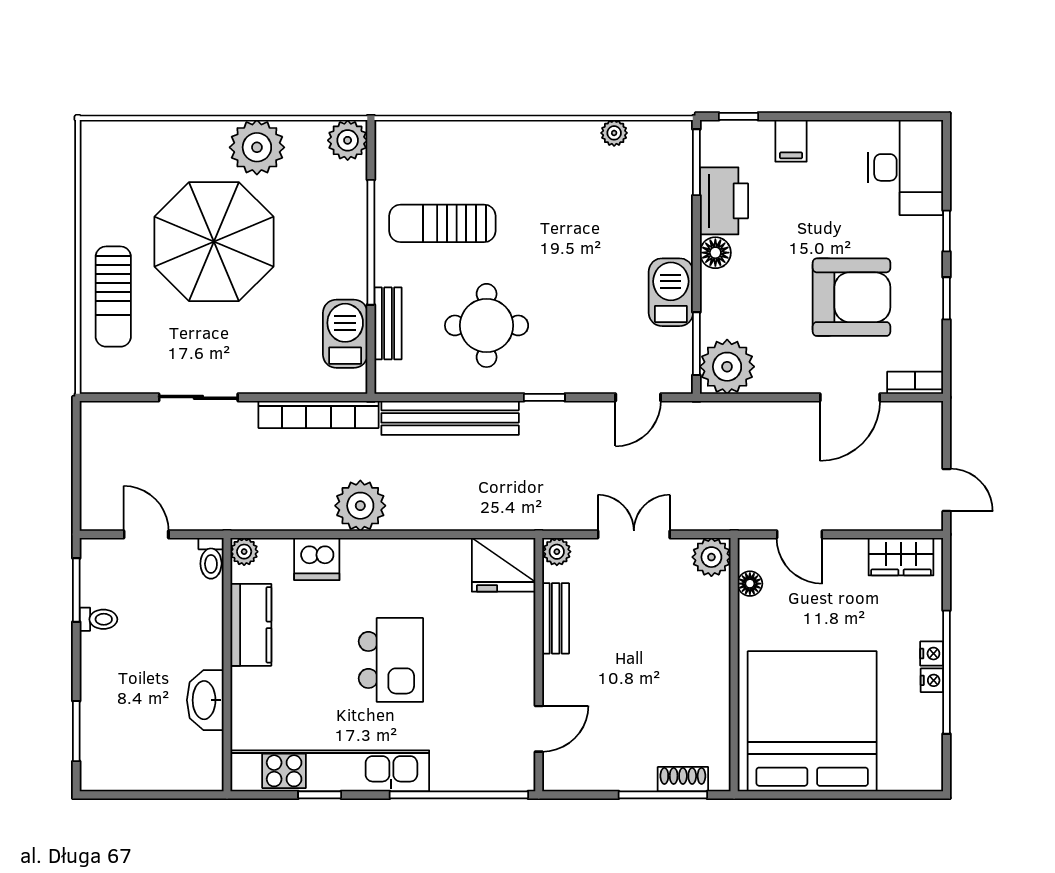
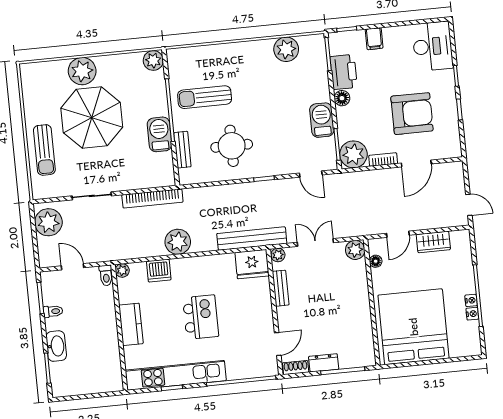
plant: (614, 133) -> (286, 49), width x1.87, depth x1.87
plant: (257, 147) -> (82, 71), moved
barbecue: (345, 334) -> (159, 134), moved
bookcase: (915, 383) -> (383, 159), moved
door: (638, 397) -> (311, 174), hinge flipped
bench: (450, 418) -> (252, 239), moved
plant: (107, 441) -> (48, 222), added
door: (799, 534) -> (398, 234), hinge flipped
wardrobe: (901, 557) -> (433, 242), moved
kitchen counter: (251, 625) -> (131, 324), moved
nightstand: (932, 654) -> (472, 314), moved
washbasin: (205, 700) -> (56, 346), moved, turned 180
dresser: (626, 775) -> (324, 363), added
shoe rack: (683, 779) -> (296, 368), moved

